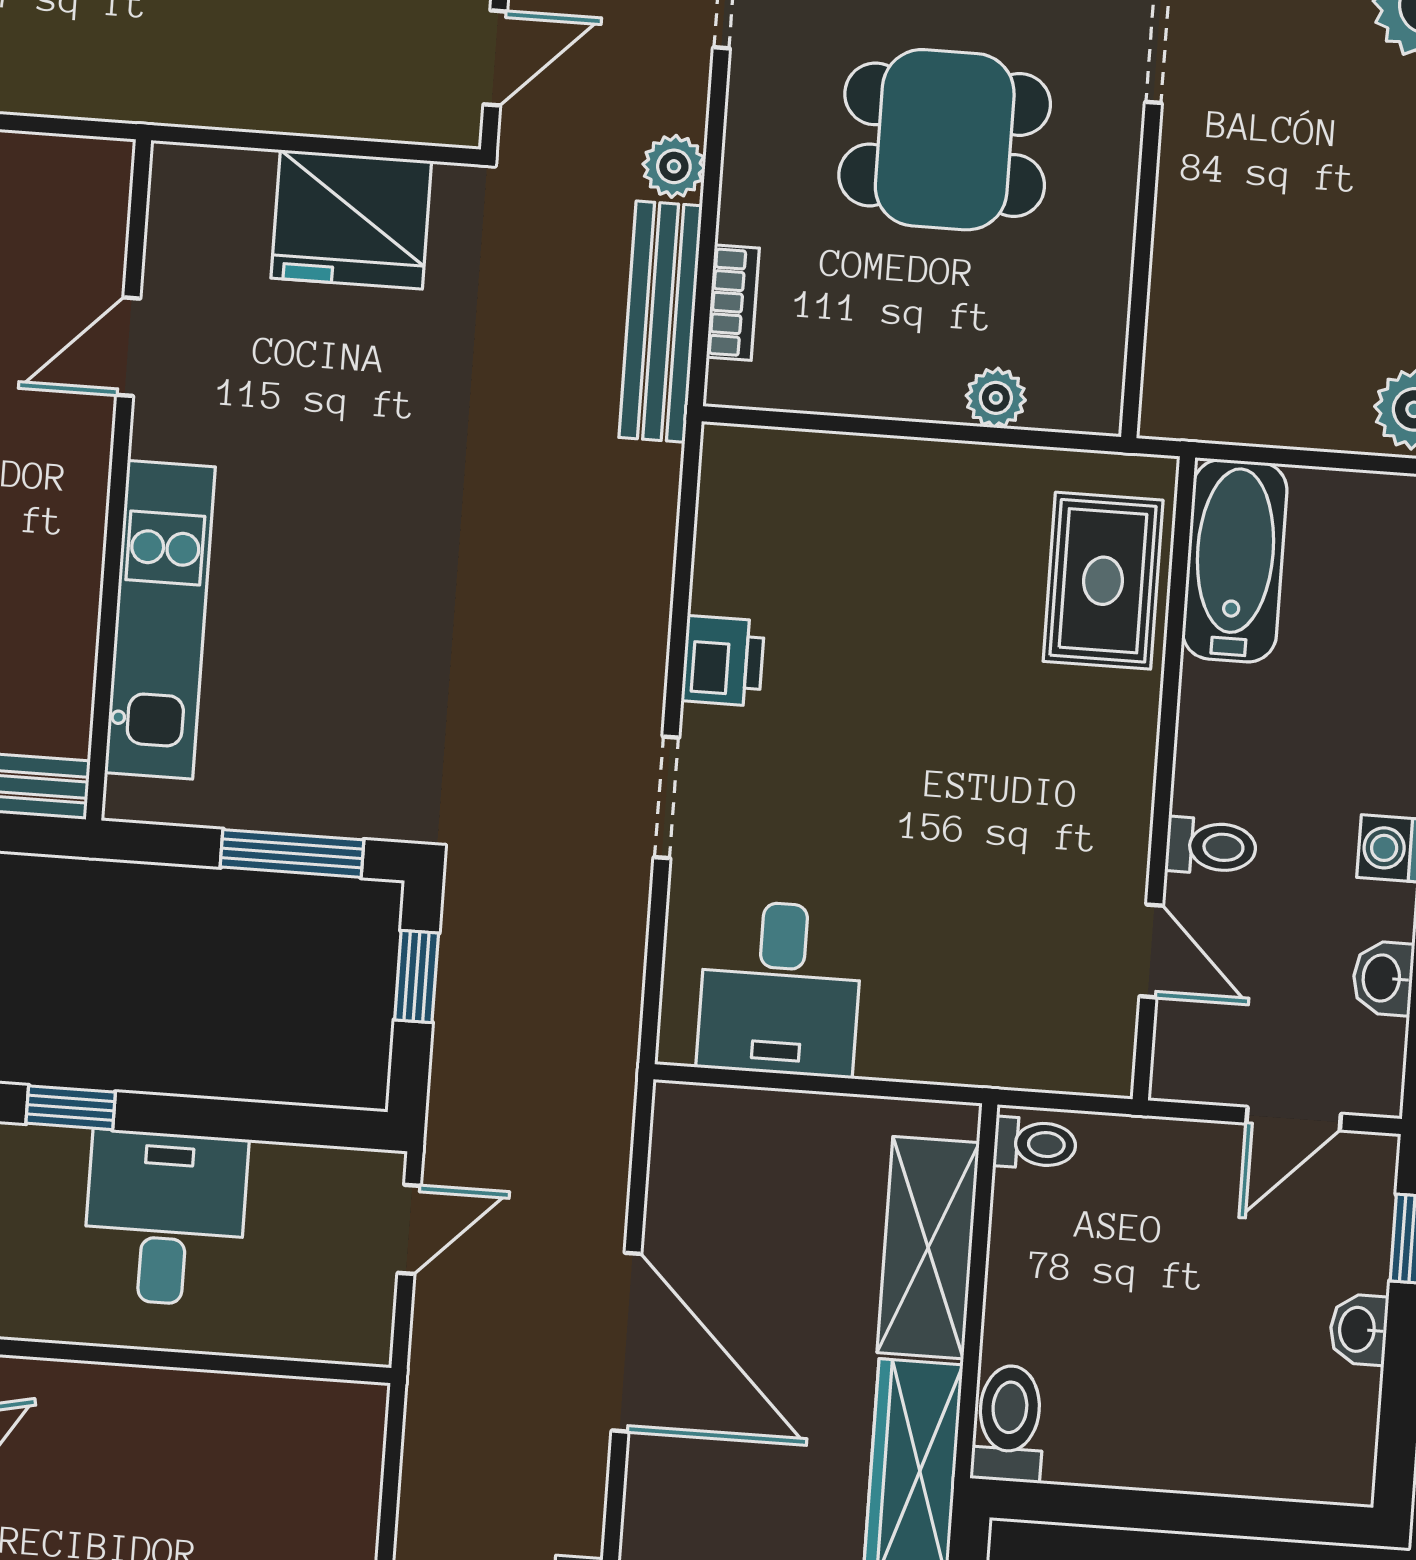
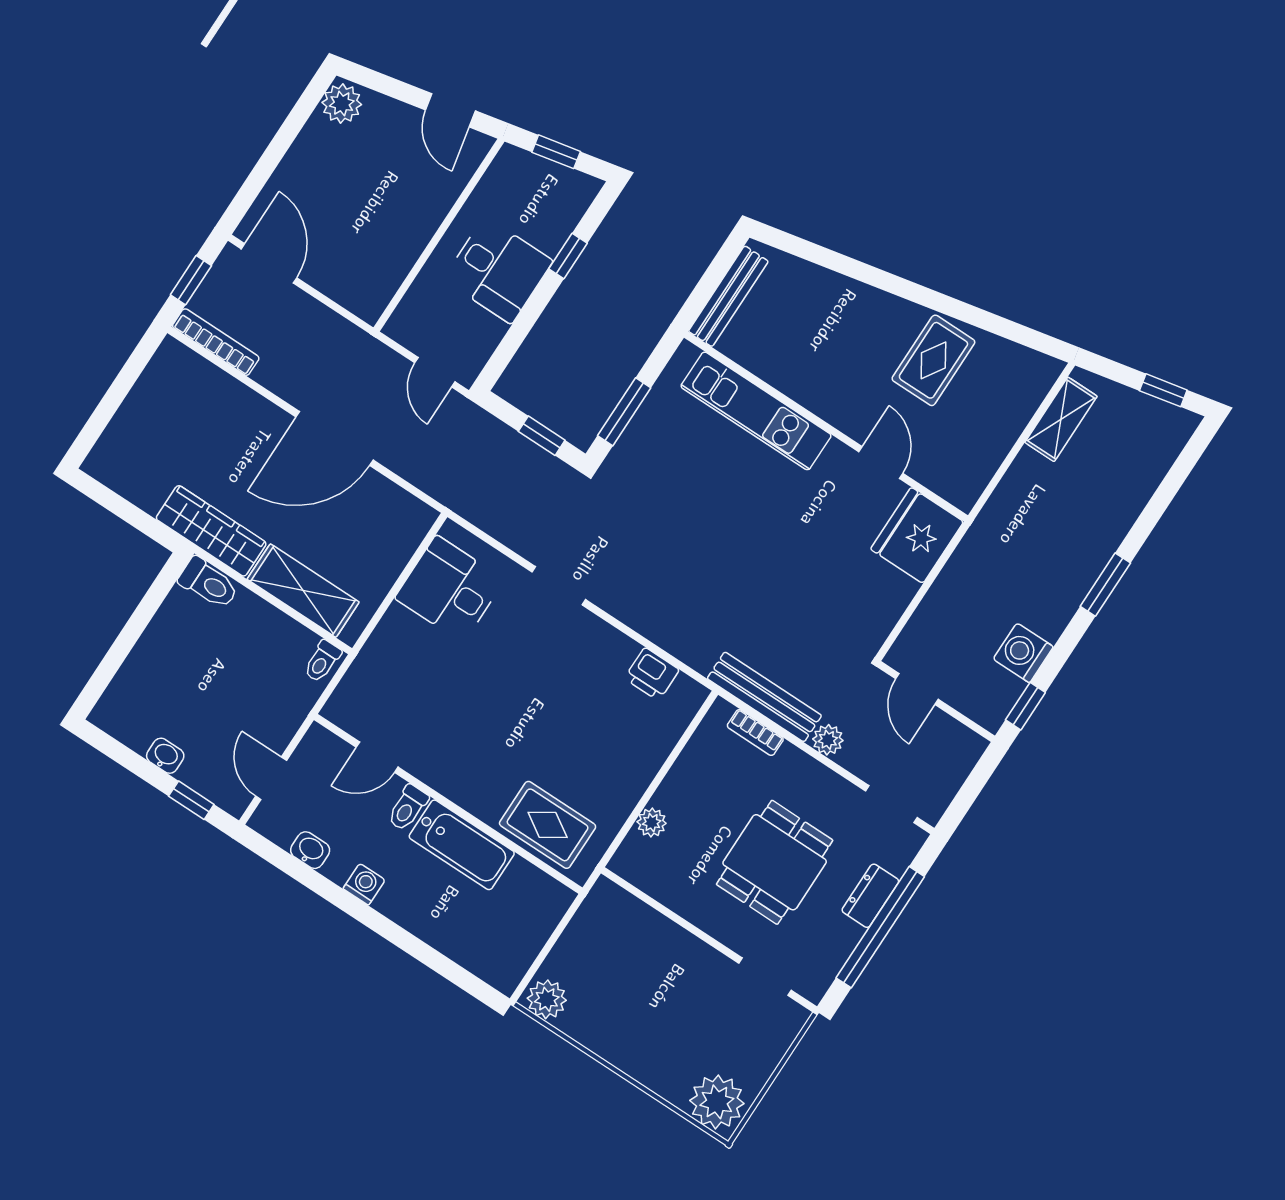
fridge: (351, 219) -> (917, 535), moved
bathtub: (1235, 561) -> (462, 845), moved
printer: (723, 661) -> (652, 674), moved

